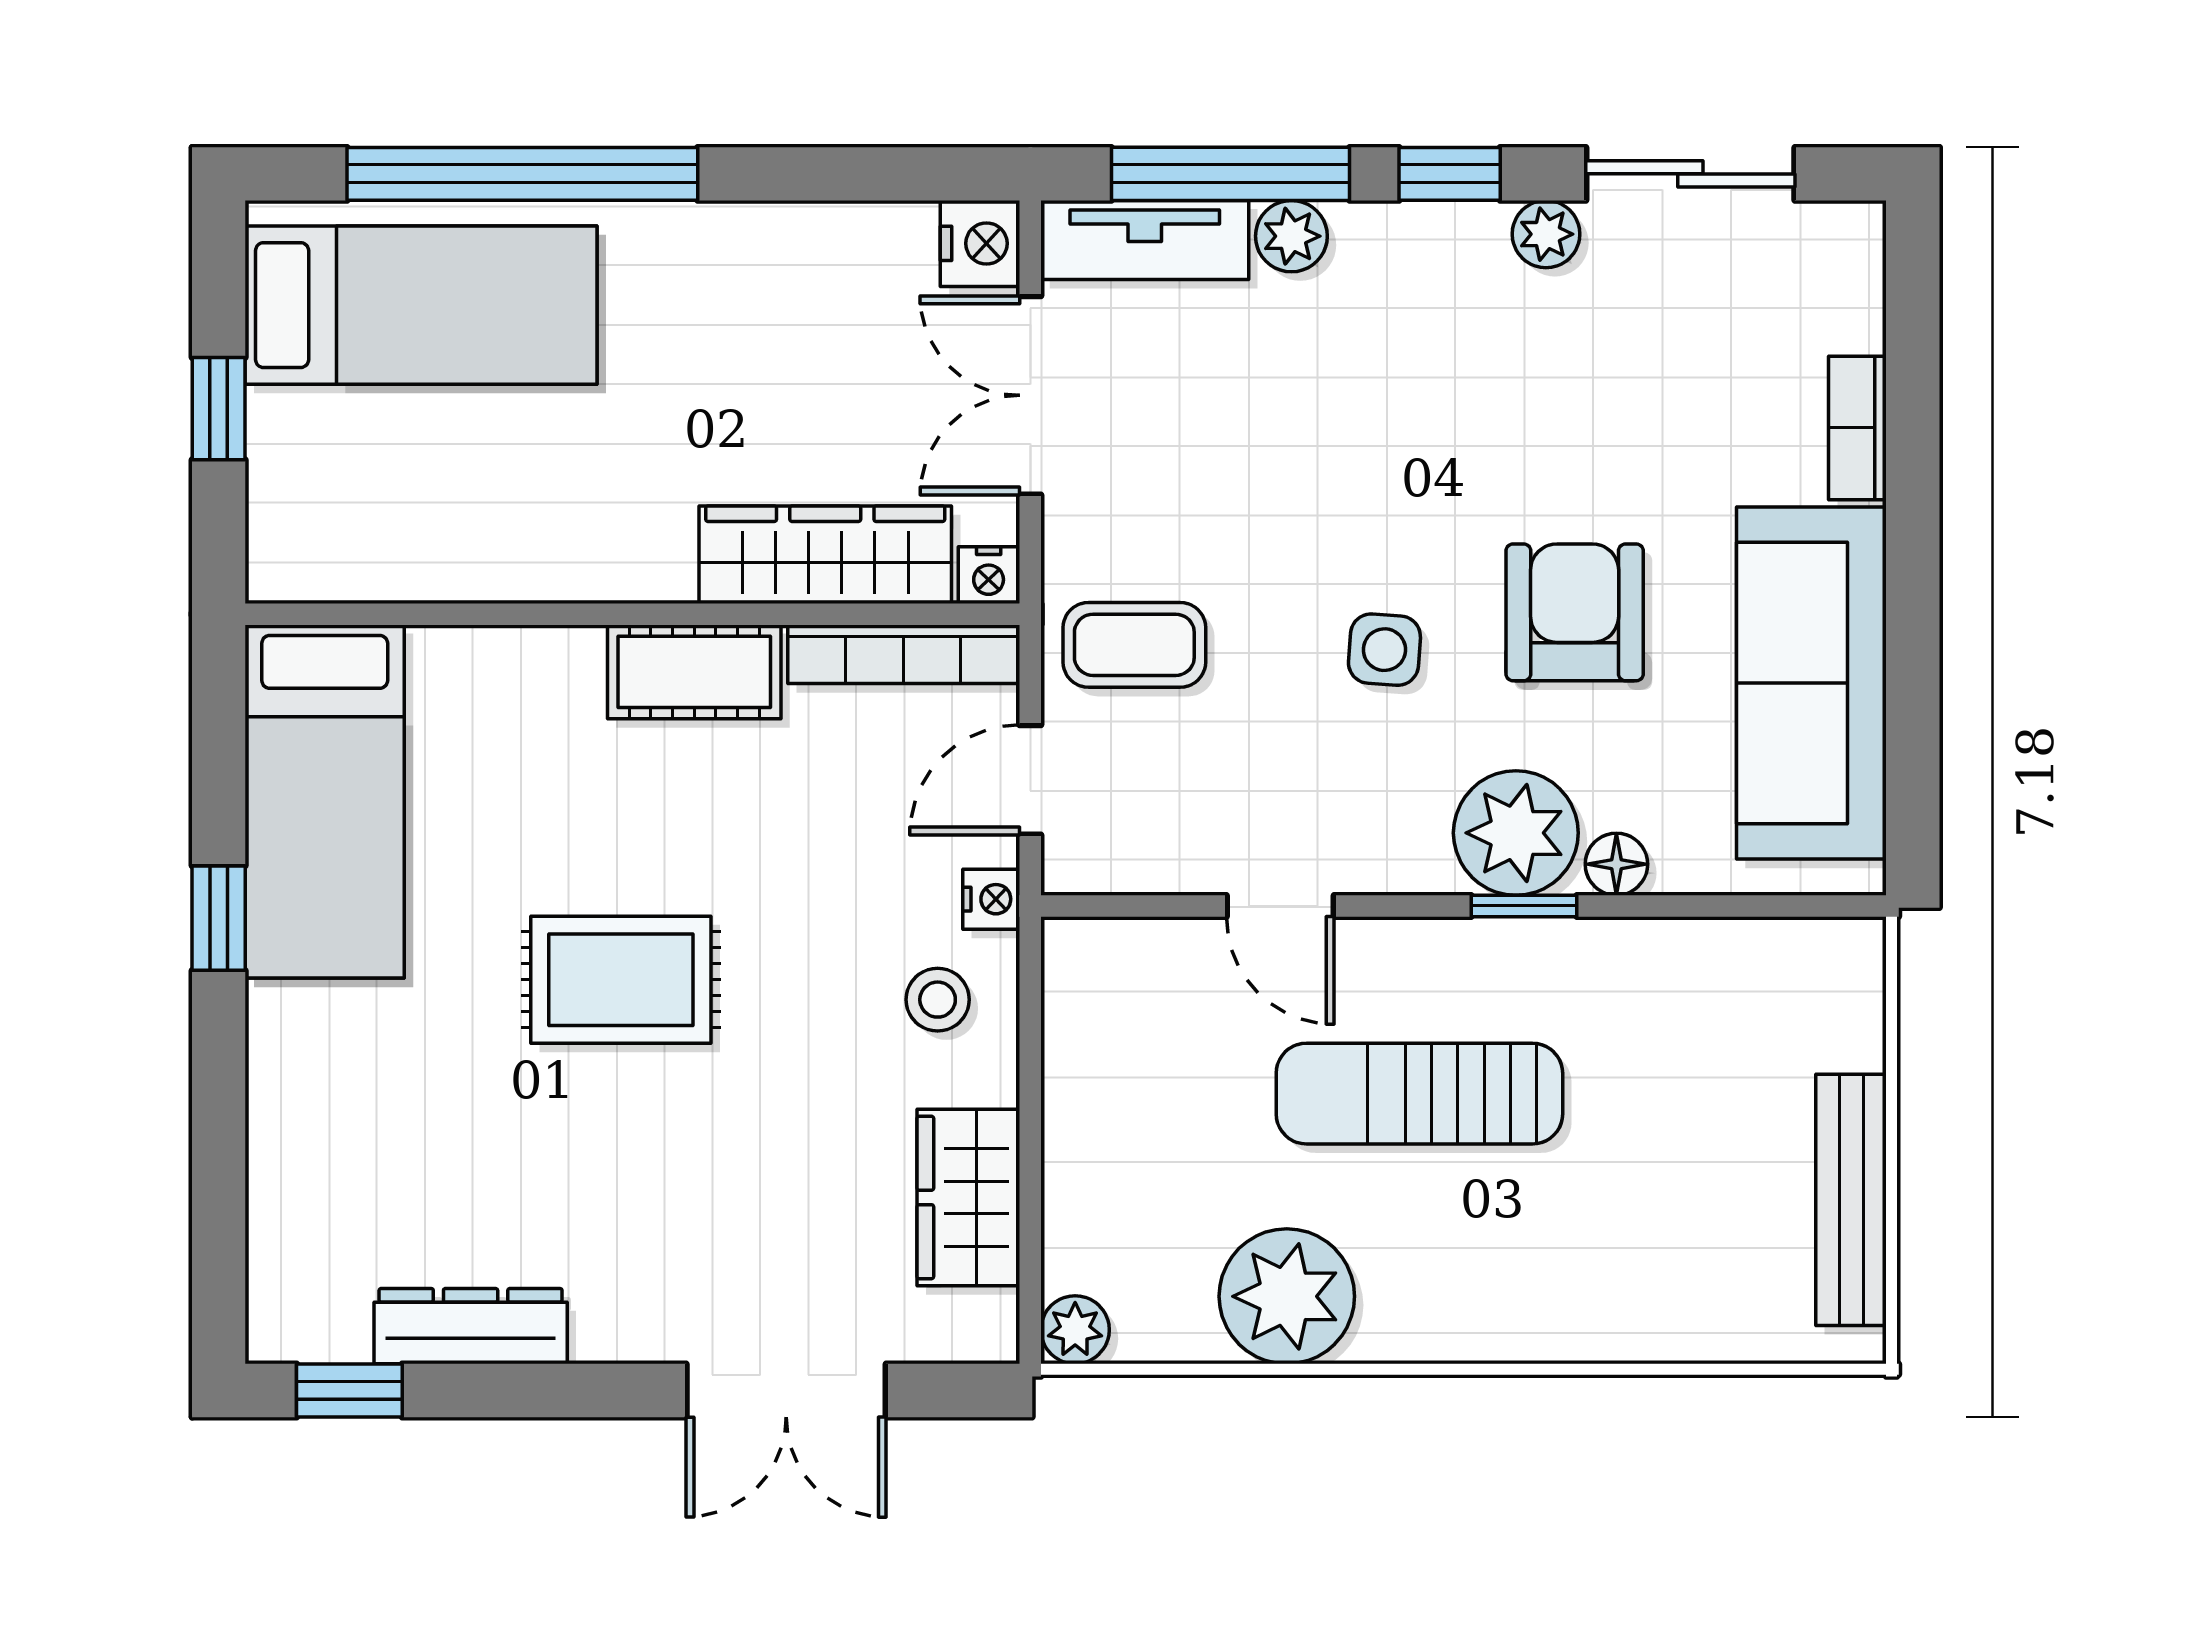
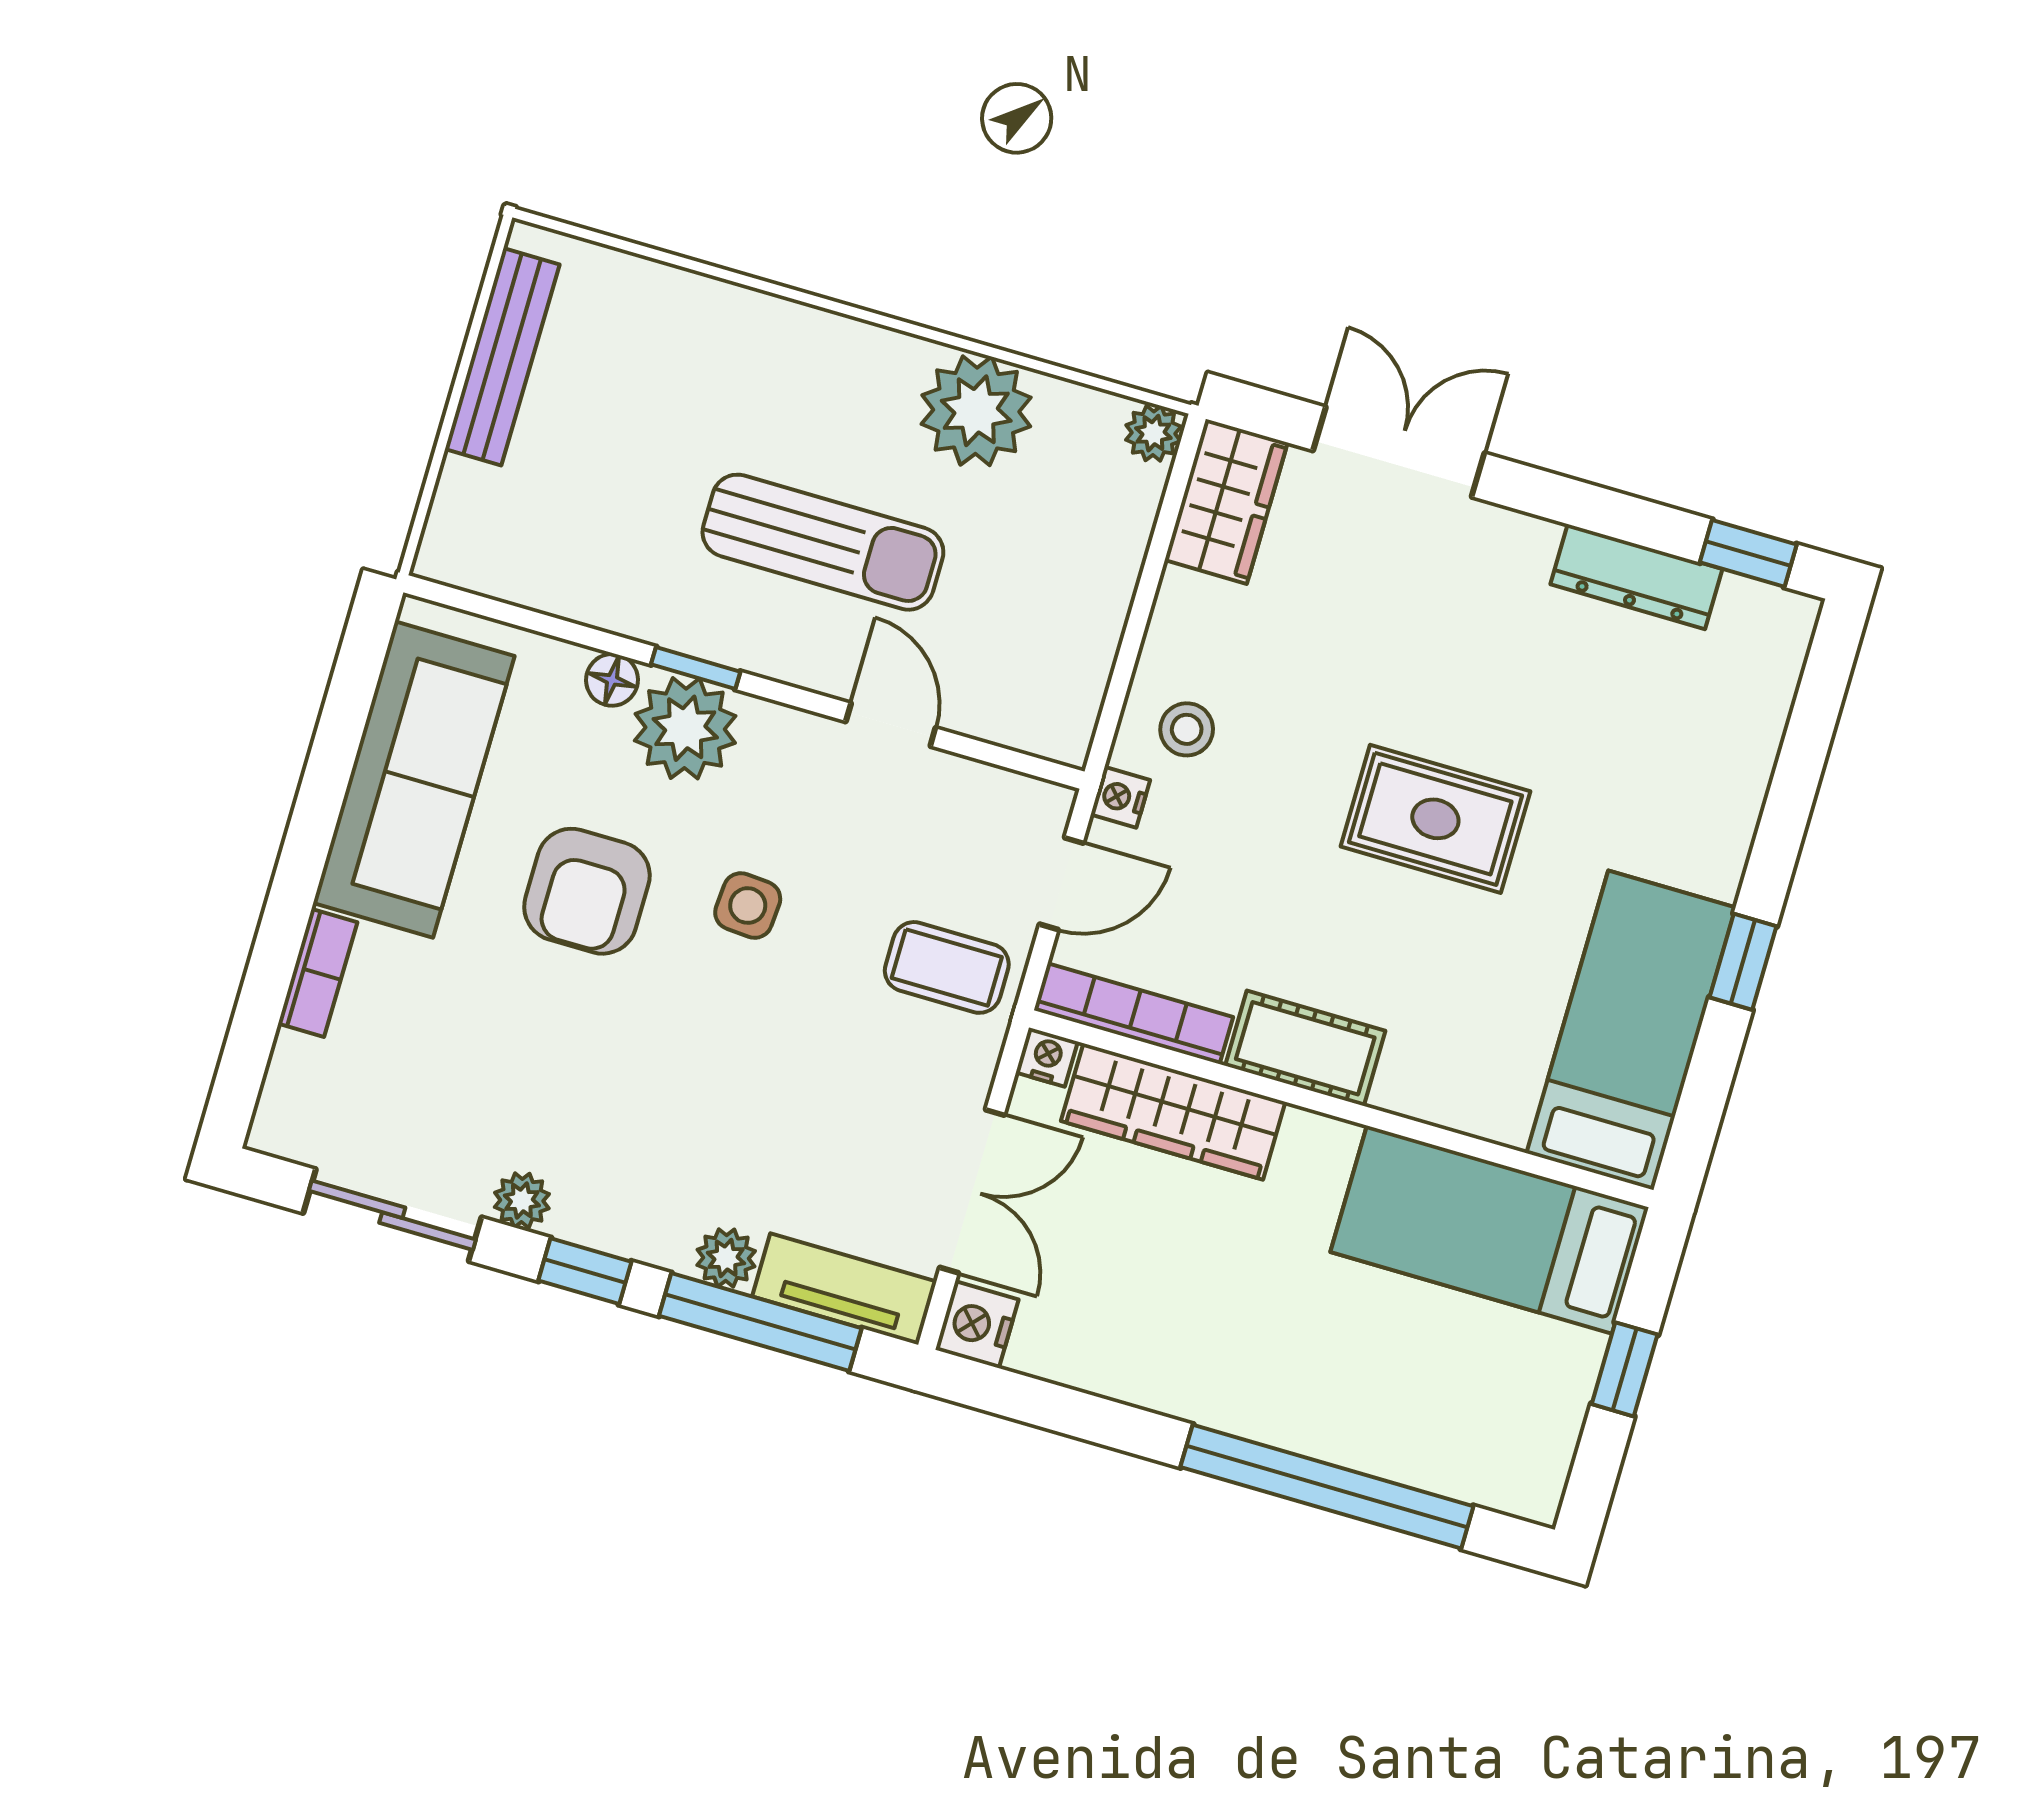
bed: (421, 305) -> (1489, 1230), moved
wardrobe: (968, 1197) -> (1226, 501), moved

